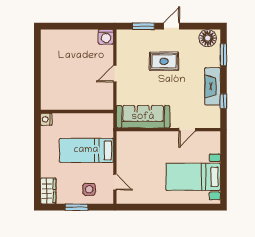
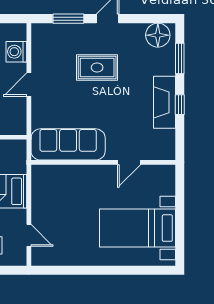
washing machine: (106, 37) -> (16, 52), moved, turned 90
window: (223, 101) -> (180, 105), moved

